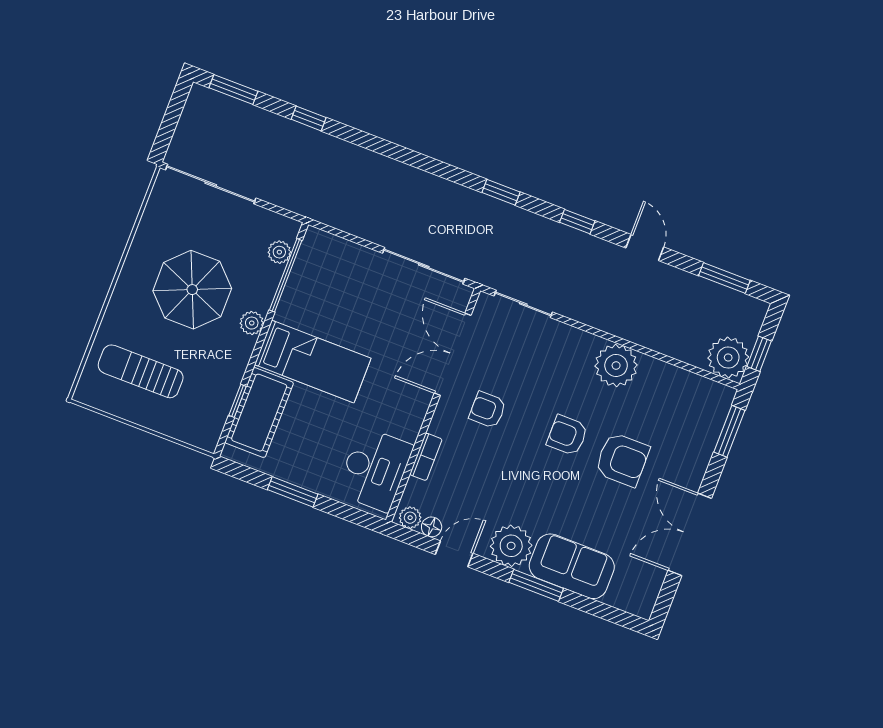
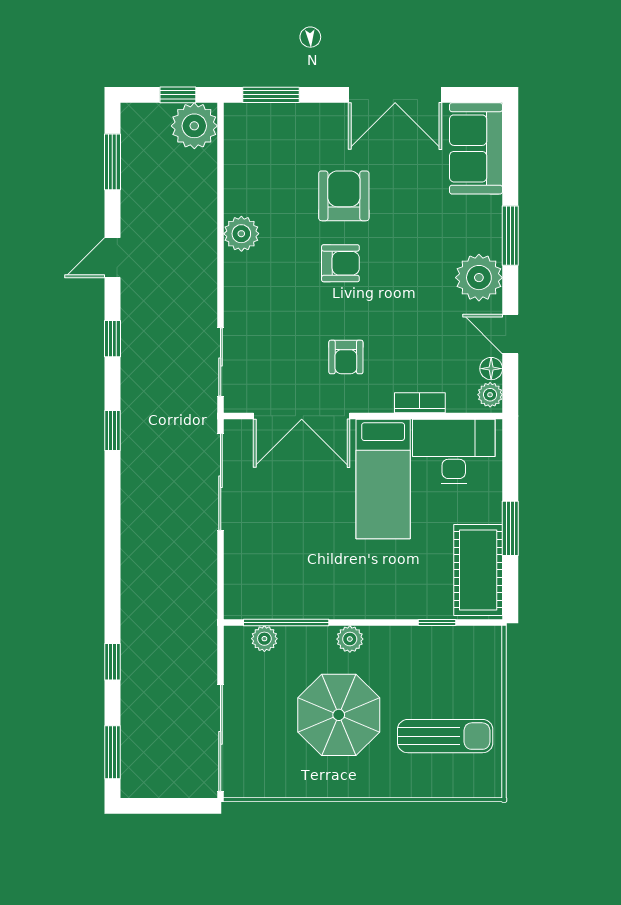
bed: (313, 362) -> (383, 479), moved, turned 180
plant: (616, 365) -> (241, 234), width x0.73, depth x0.73
sun lounger: (141, 371) -> (445, 736), turned -90
cot: (259, 413) -> (478, 570), moved, turned 90
armchair: (567, 435) -> (340, 263), turned -90
sofa: (572, 566) -> (476, 148), moved

